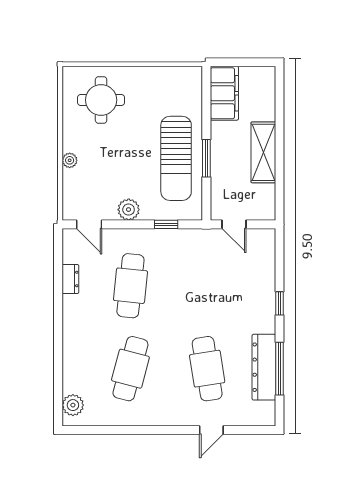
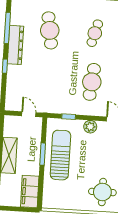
dresser: (264, 367) -> (15, 45), moved
cafe table: (130, 369) -> (95, 33), width x0.73, depth x0.74

